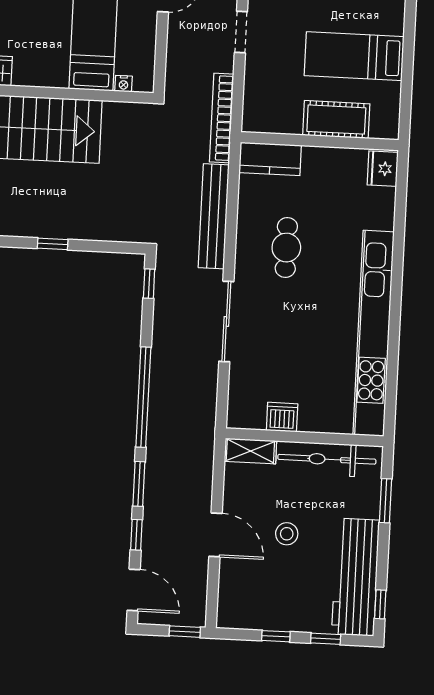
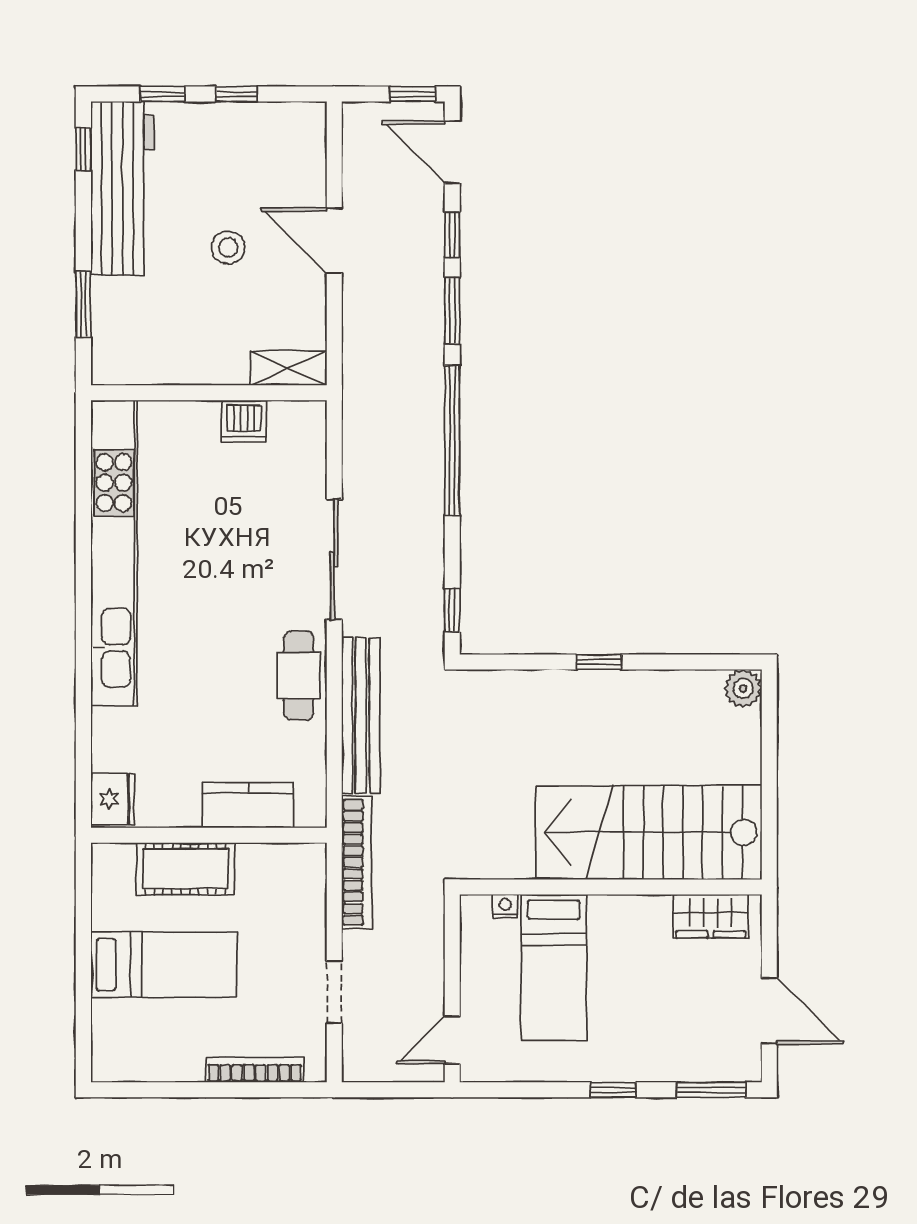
kitchen counter: (270, 159) -> (248, 805), moved
cafe table: (286, 248) -> (299, 675), moved
bicycle: (327, 459) -> (174, 362), removed
window: (185, 632) -> (413, 94), moved

